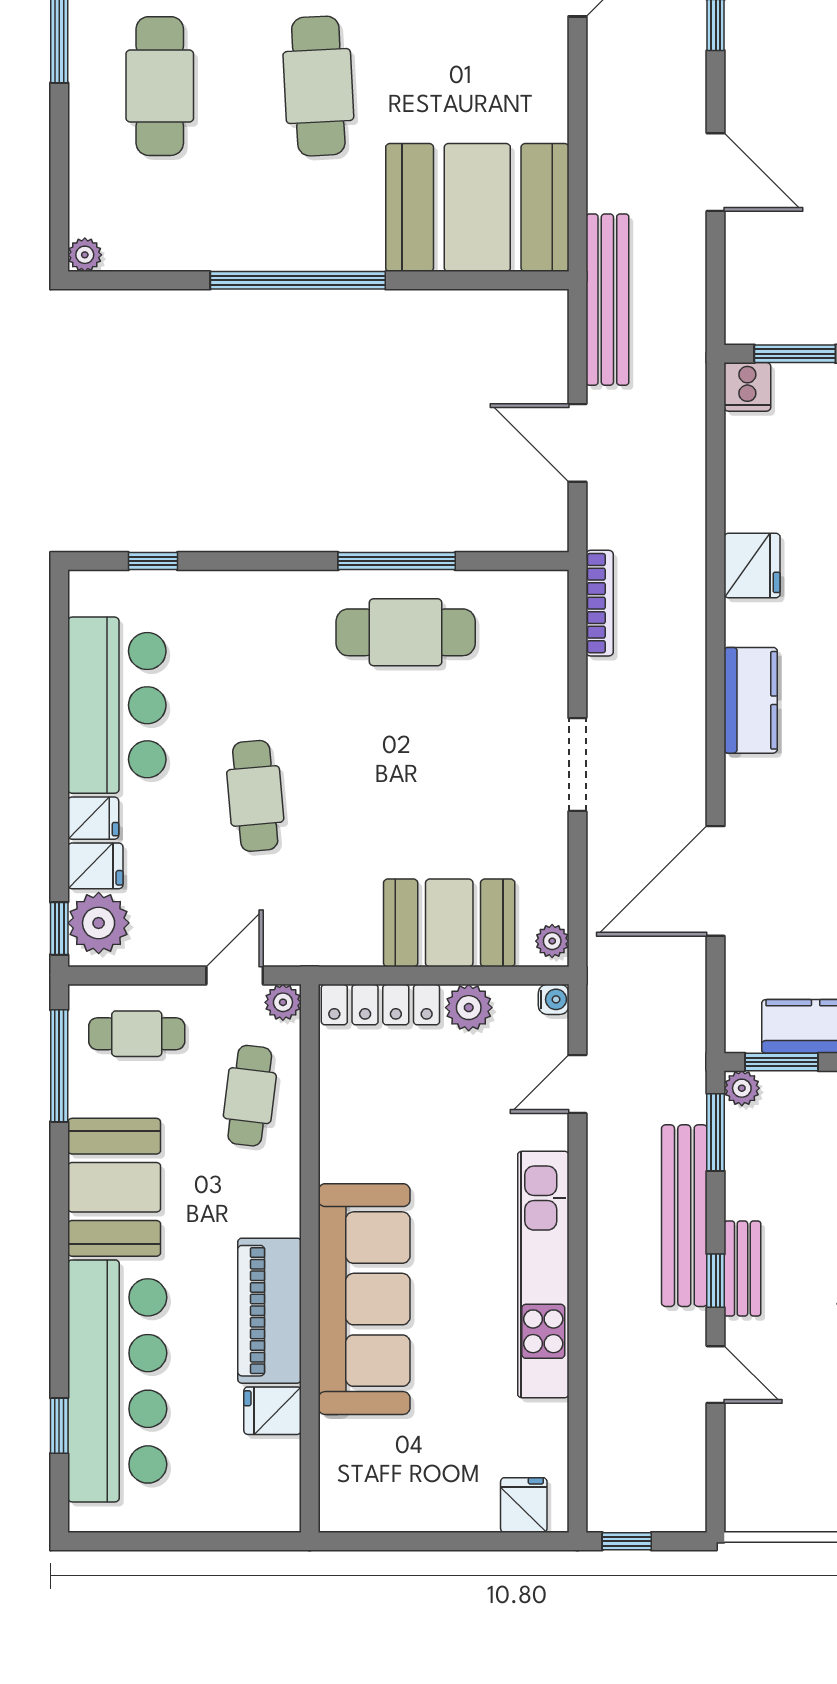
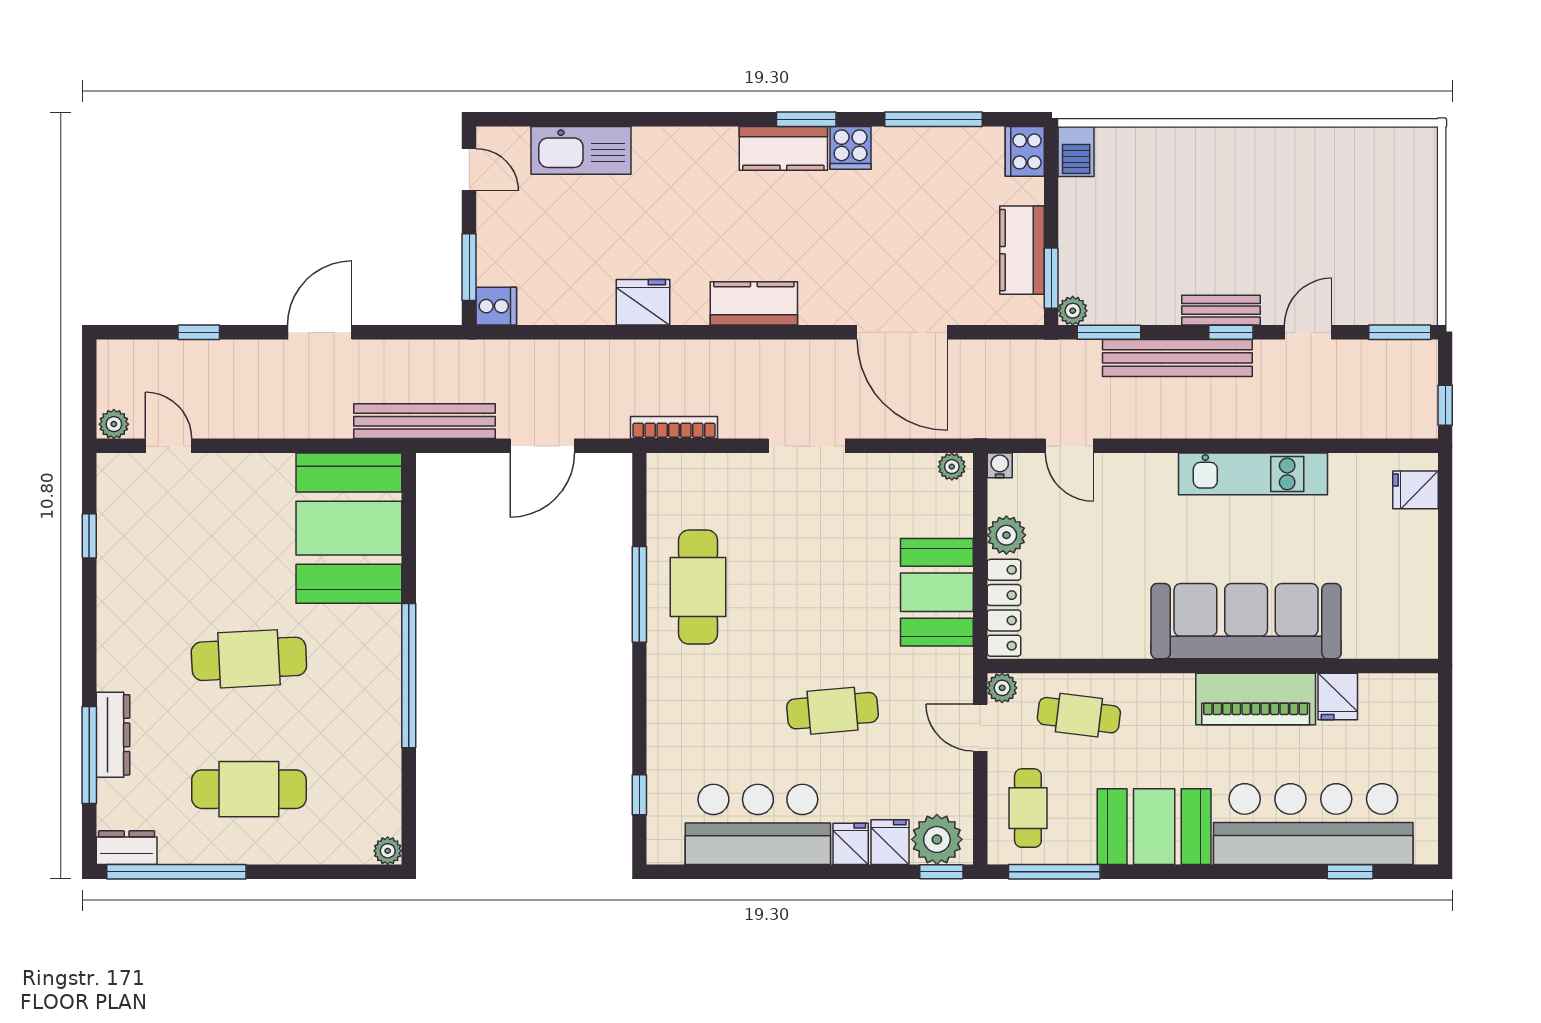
booth: (449, 923) -> (937, 592), moved
kitchen unit: (543, 1275) -> (1253, 474), width x0.73
window: (716, 1486) -> (1400, 332), added

